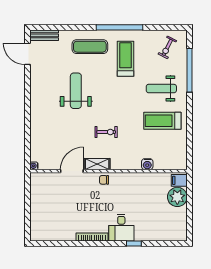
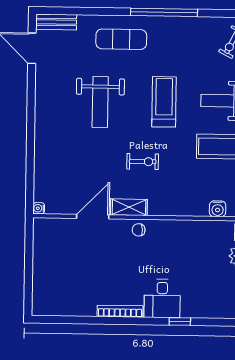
treadmill: (125, 59) -> (164, 102), moved
weight bench: (76, 91) -> (100, 102), turned 180
water cooler: (147, 164) -> (218, 209), moved

